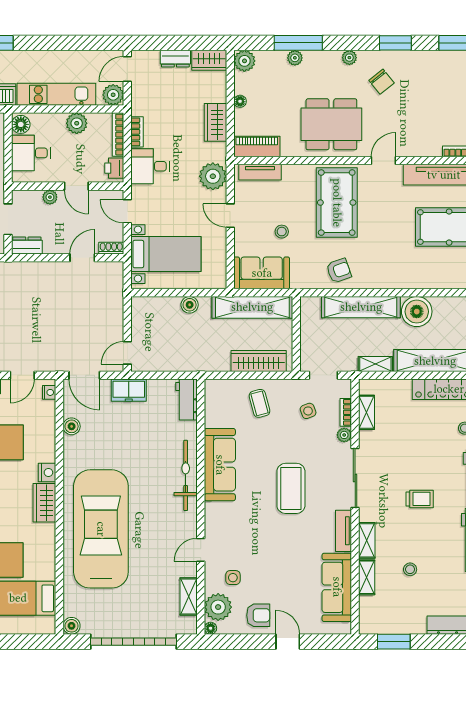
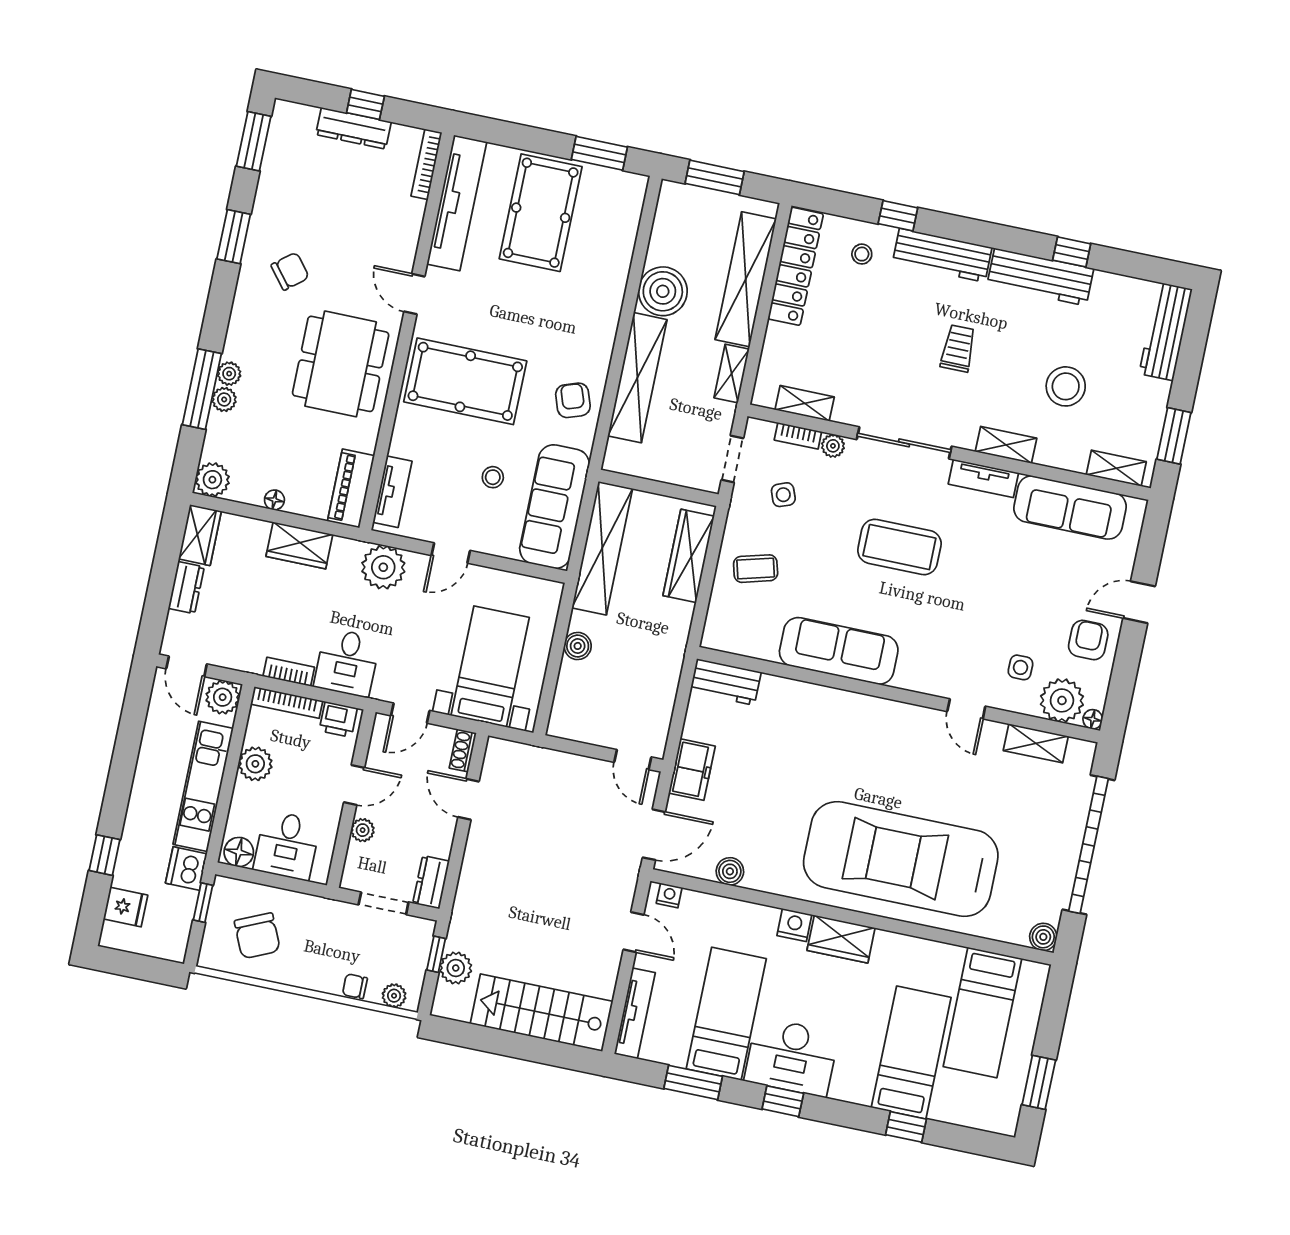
plant: (349, 58) -> (229, 374), moved
sofa: (262, 273) -> (555, 507), width x1.36
bicycle: (186, 475) -> (844, 708), removed
stool: (410, 569) -> (1066, 386), width x1.89, depth x1.89
shelving: (367, 577) -> (1116, 468), moved

